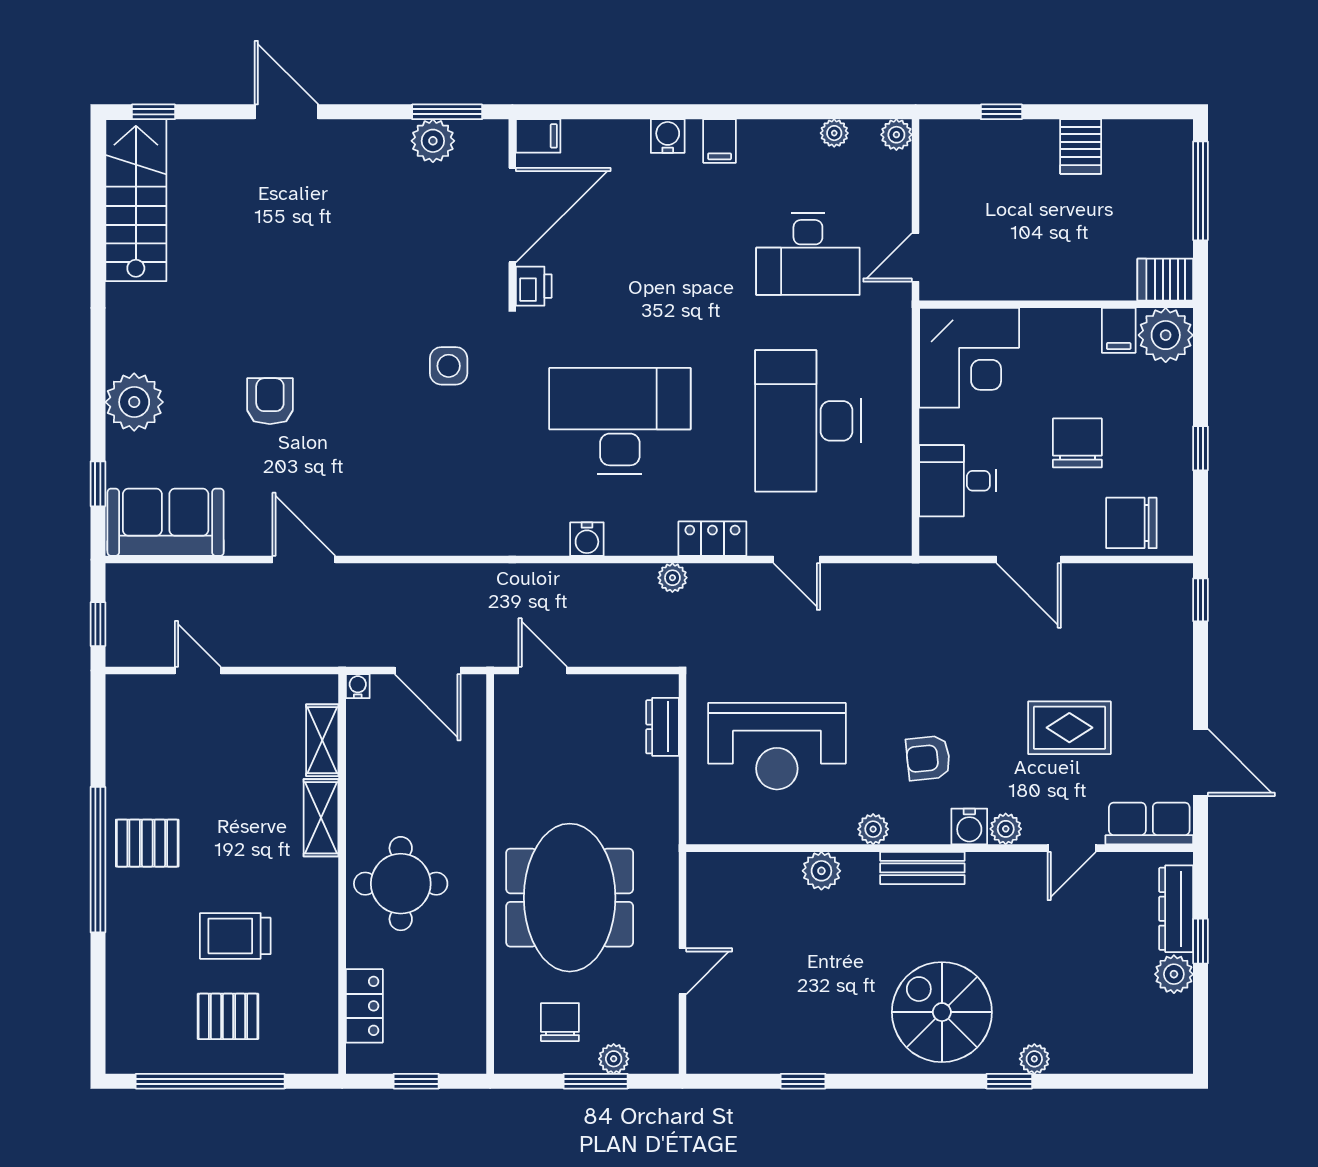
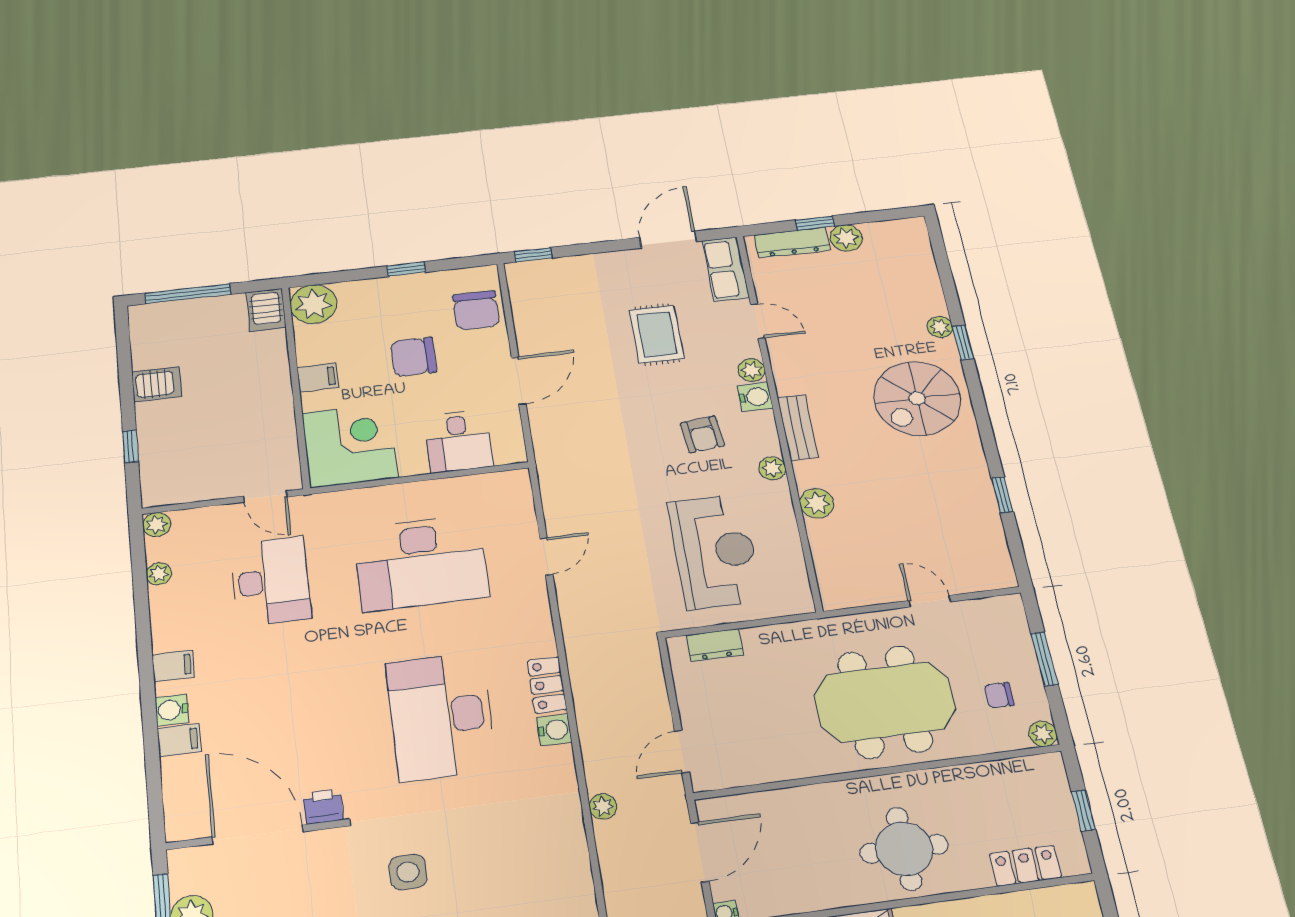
filing cabinet: (538, 136) -> (179, 740), moved, turned 90
filing cabinet: (1119, 330) -> (318, 377), moved
locker: (712, 539) -> (547, 685), moved
plant: (672, 578) -> (603, 806), moved
chair: (560, 1022) -> (999, 695), width x0.73, depth x0.73
plant: (614, 1059) -> (1043, 734), moved

